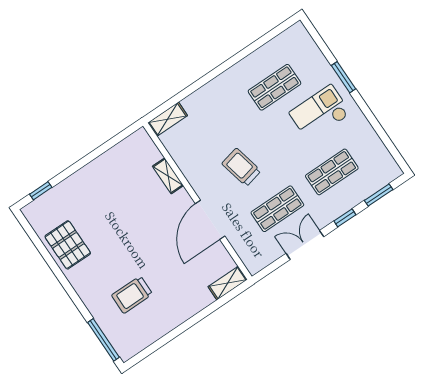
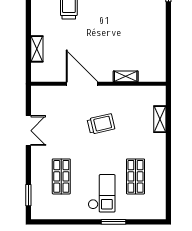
shelving: (168, 119) -> (160, 119), moved
shop shelf: (277, 209) -> (61, 129), removed
window: (345, 218) -> (28, 166), removed
shelving: (228, 283) -> (37, 49), moved

